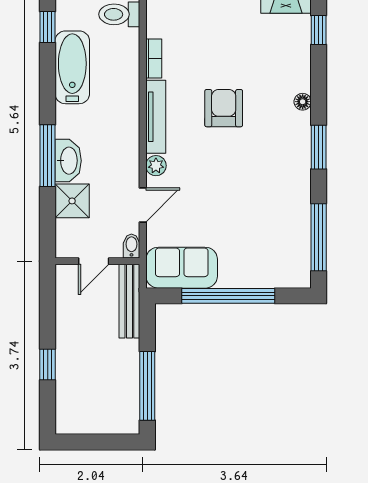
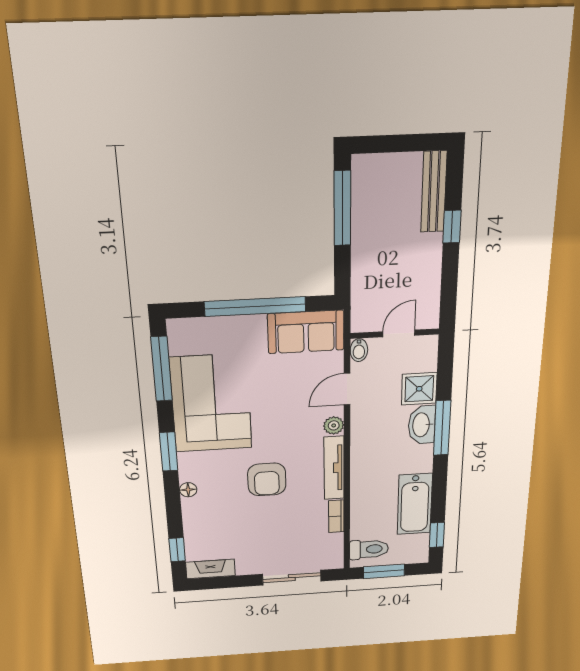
corner sofa: (274, 198) -> (211, 403), added
bench: (129, 301) -> (434, 192), moved

